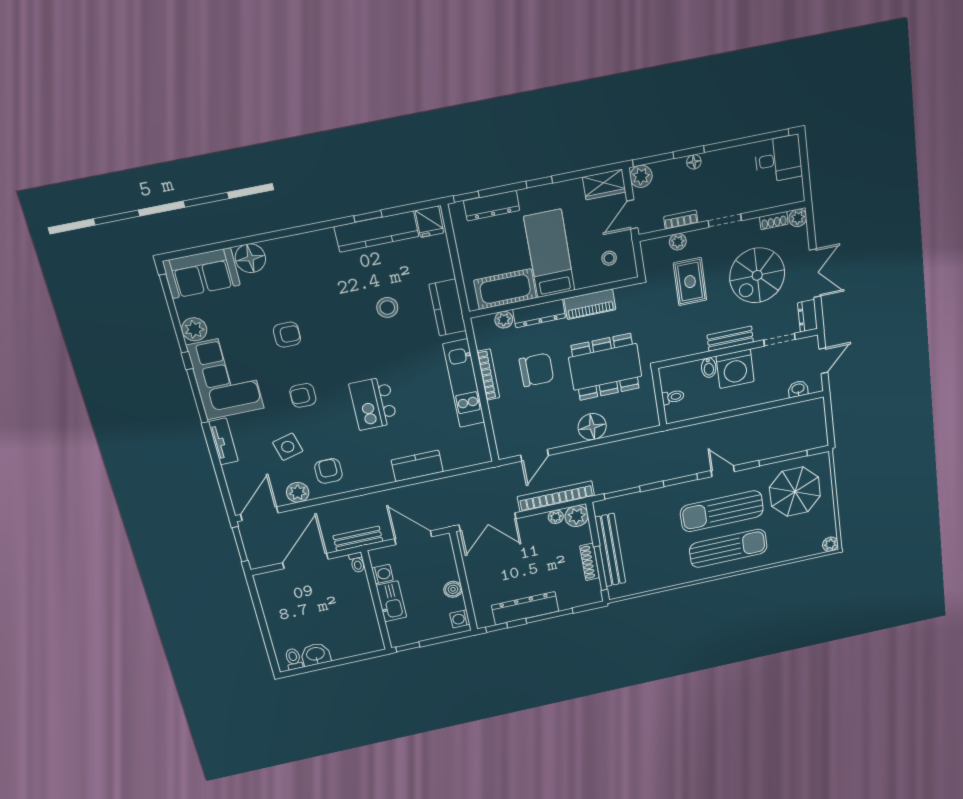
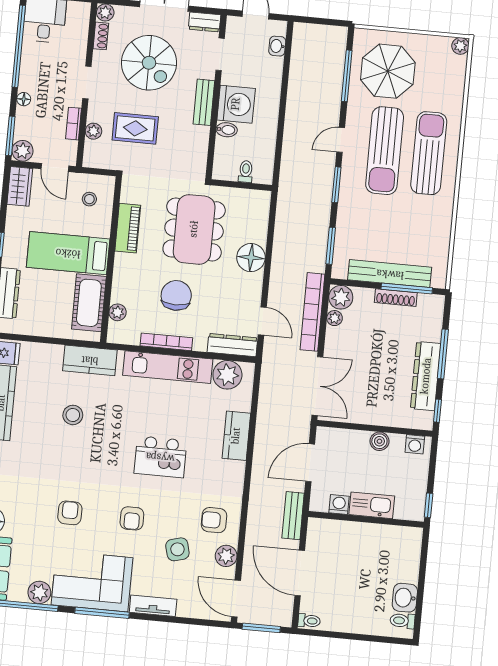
dresser: (539, 313) -> (232, 345), moved, turned -90
plant: (473, 440) -> (227, 375), added
toilet: (357, 563) -> (309, 621), moved

